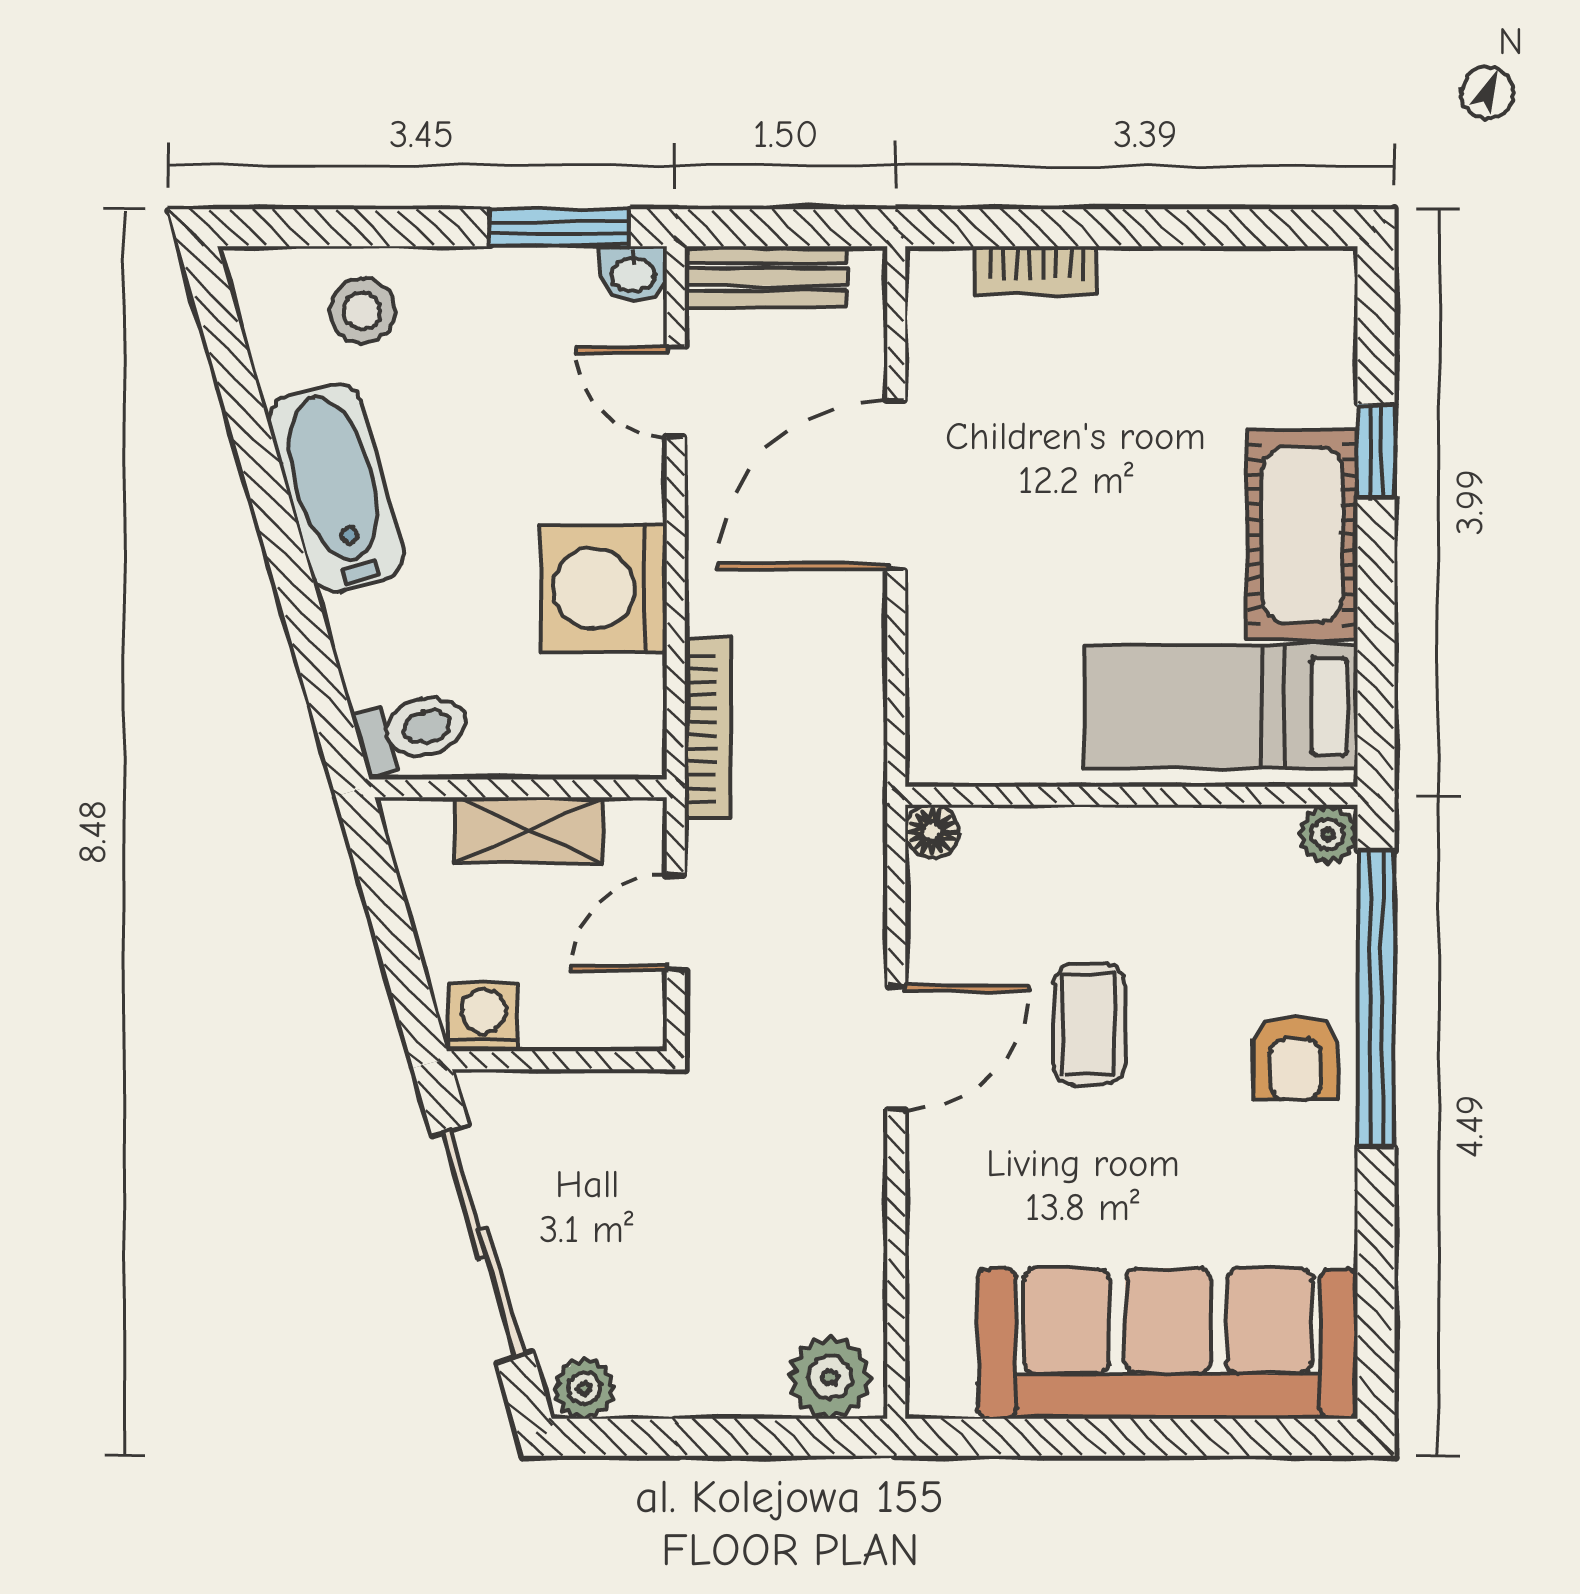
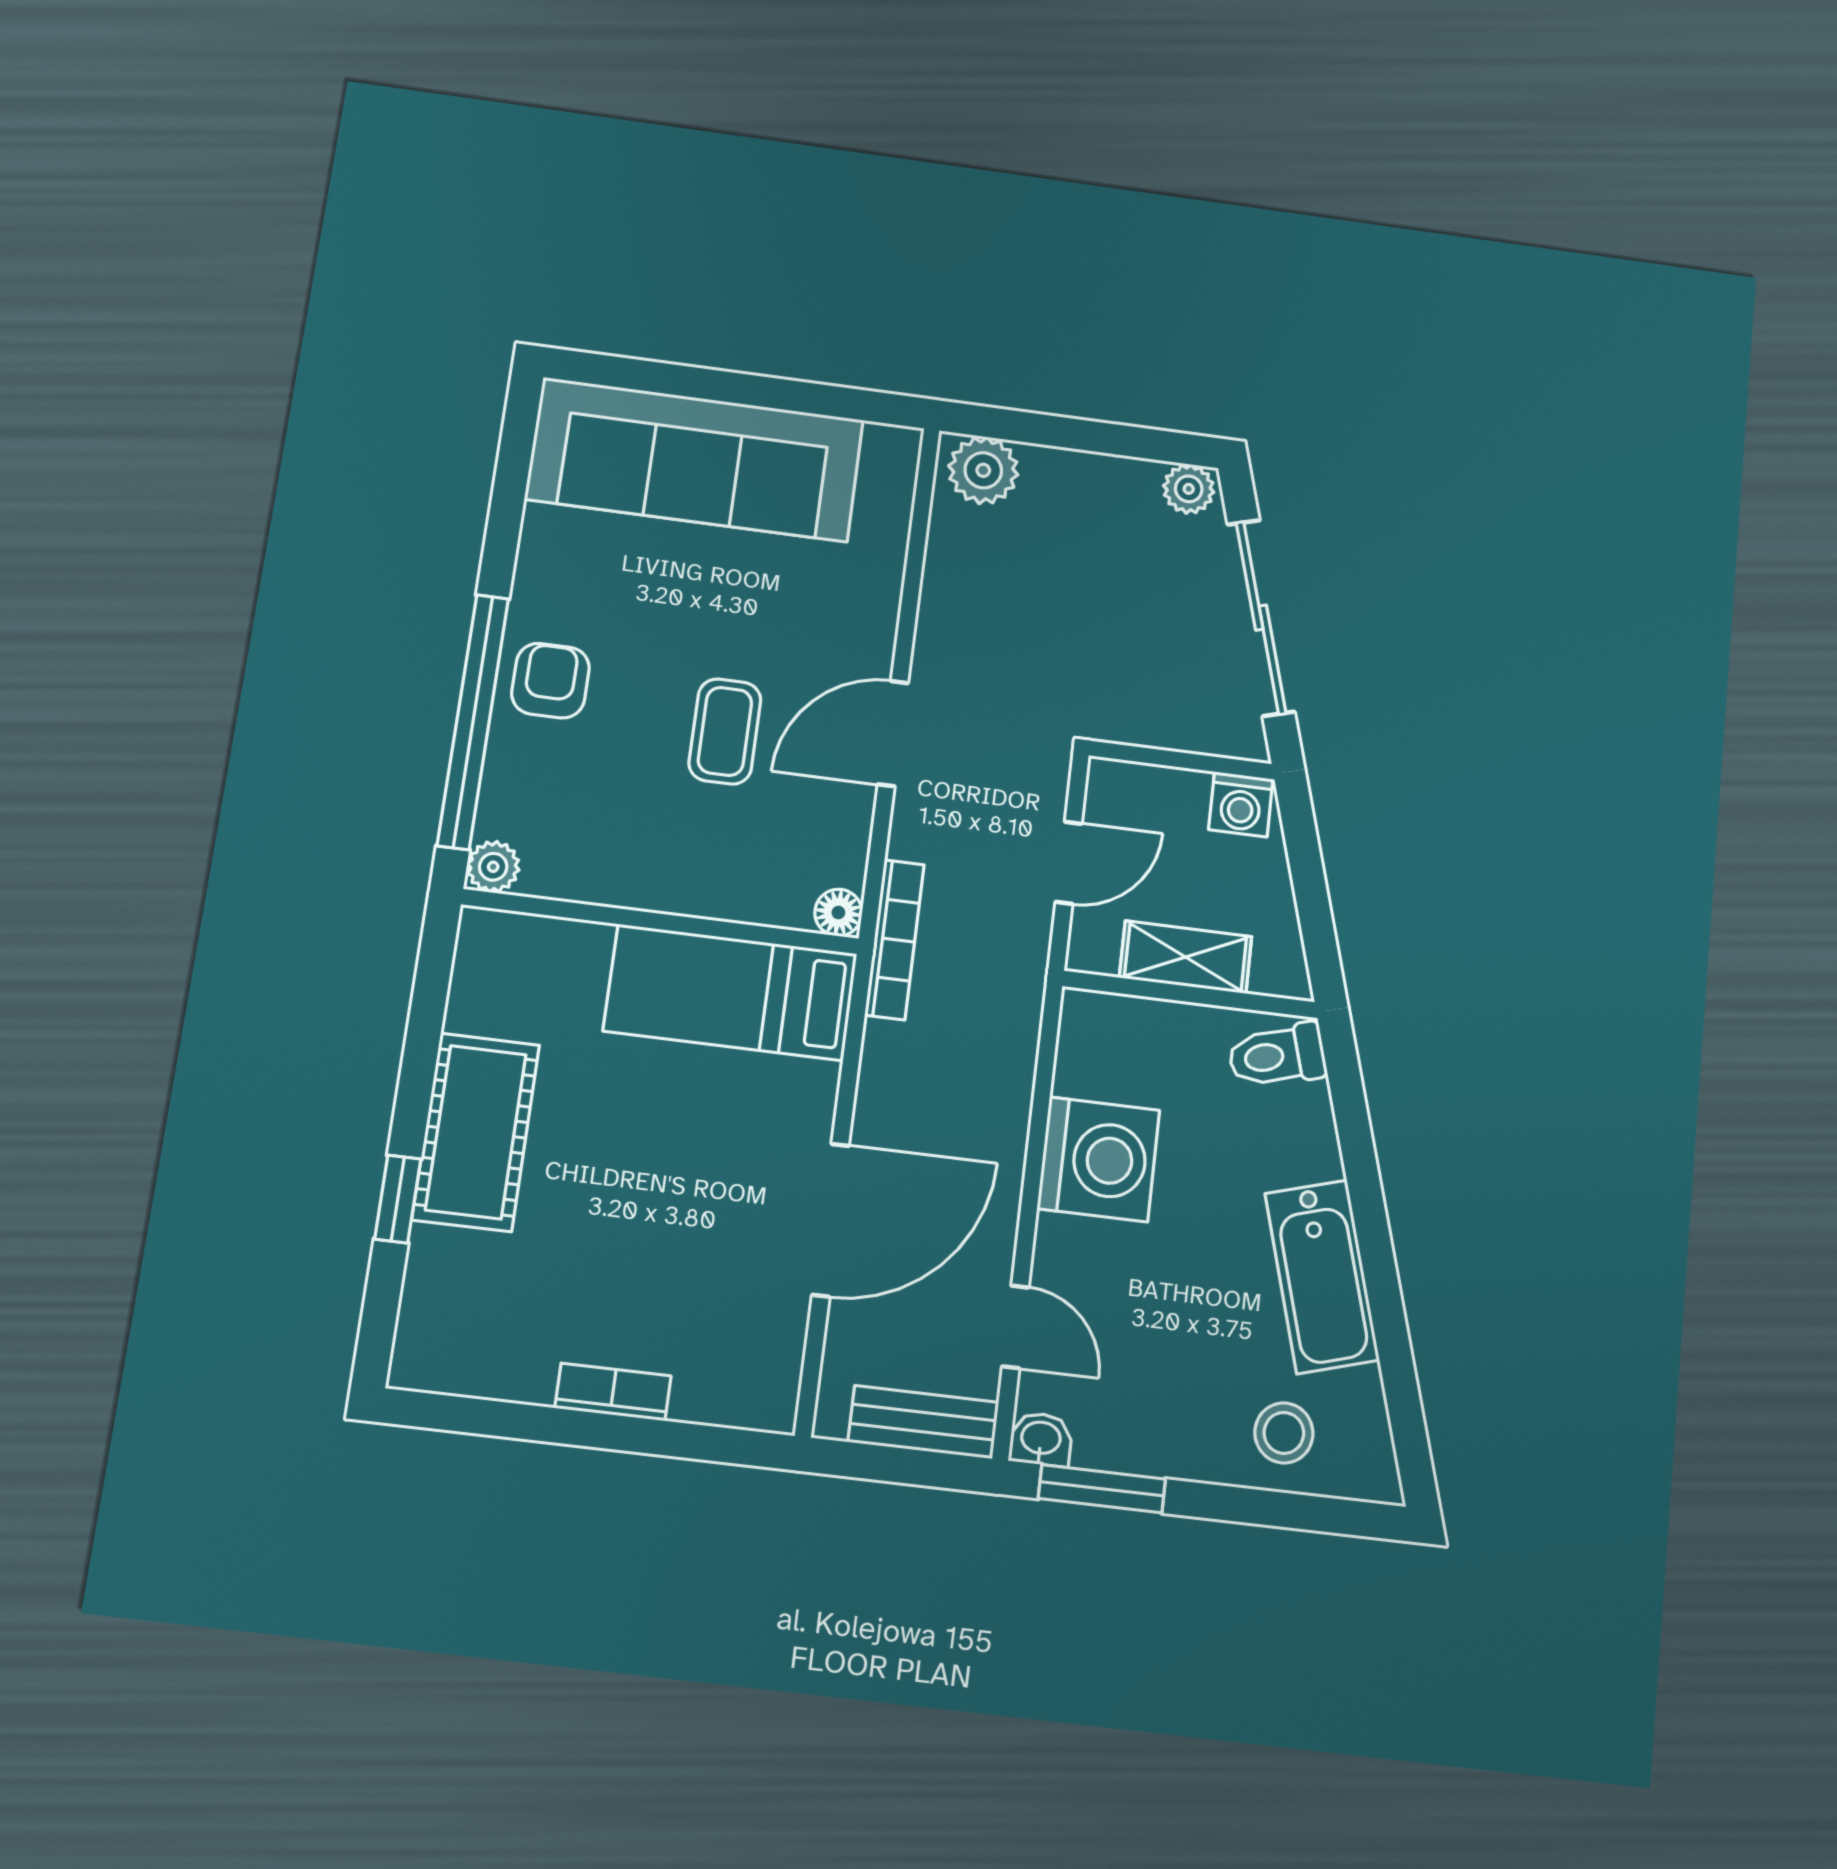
bookcase: (1036, 270) -> (613, 1392), moved
bed: (1221, 707) -> (730, 992), moved, turned 180
bookcase: (708, 728) -> (895, 940), moved, turned 180

